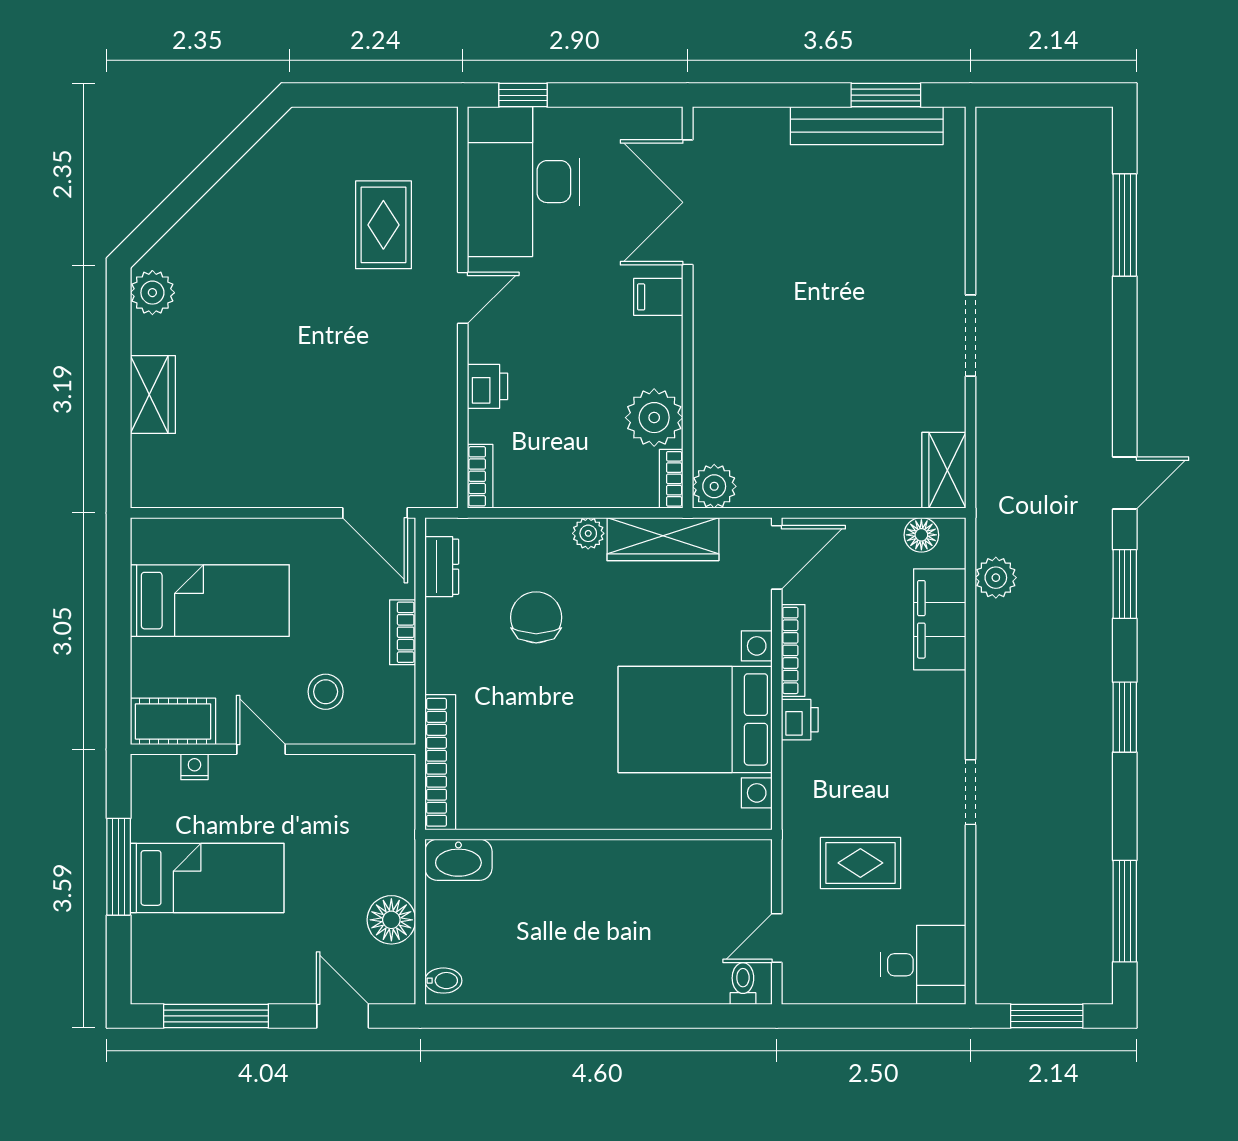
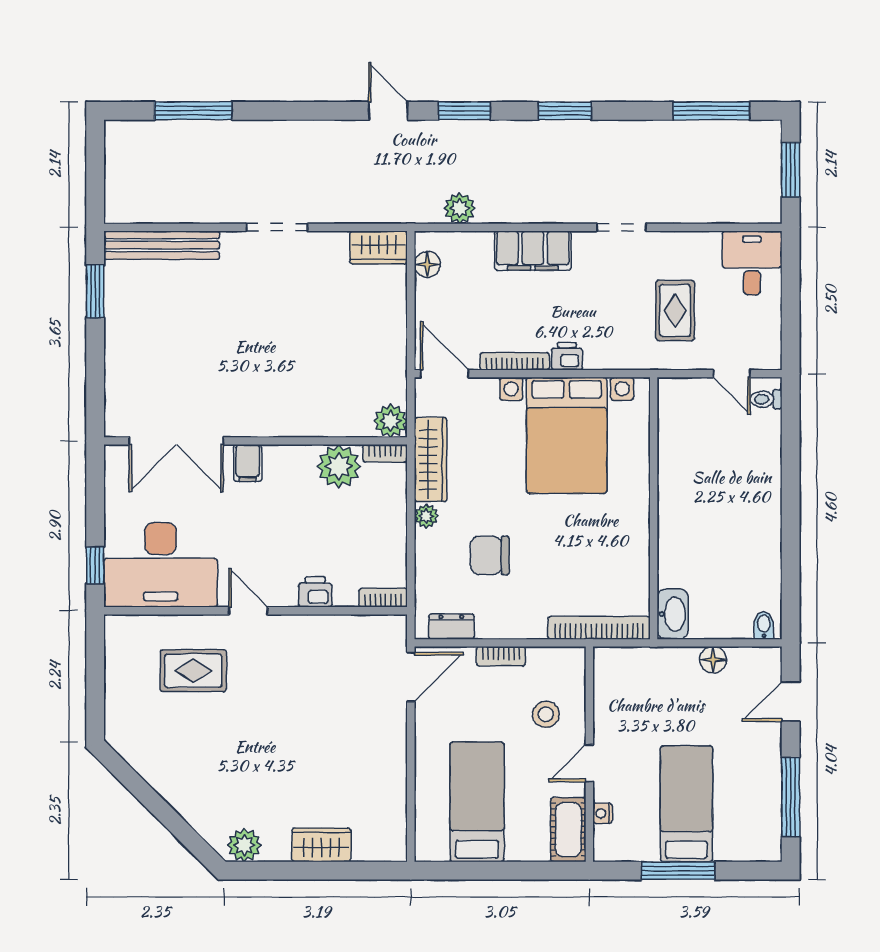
bench: (867, 126) -> (162, 245), moved, turned 90
filing cabinet: (940, 619) -> (533, 251), moved
floor lamp: (391, 920) -> (713, 660), width x0.73, depth x0.73

